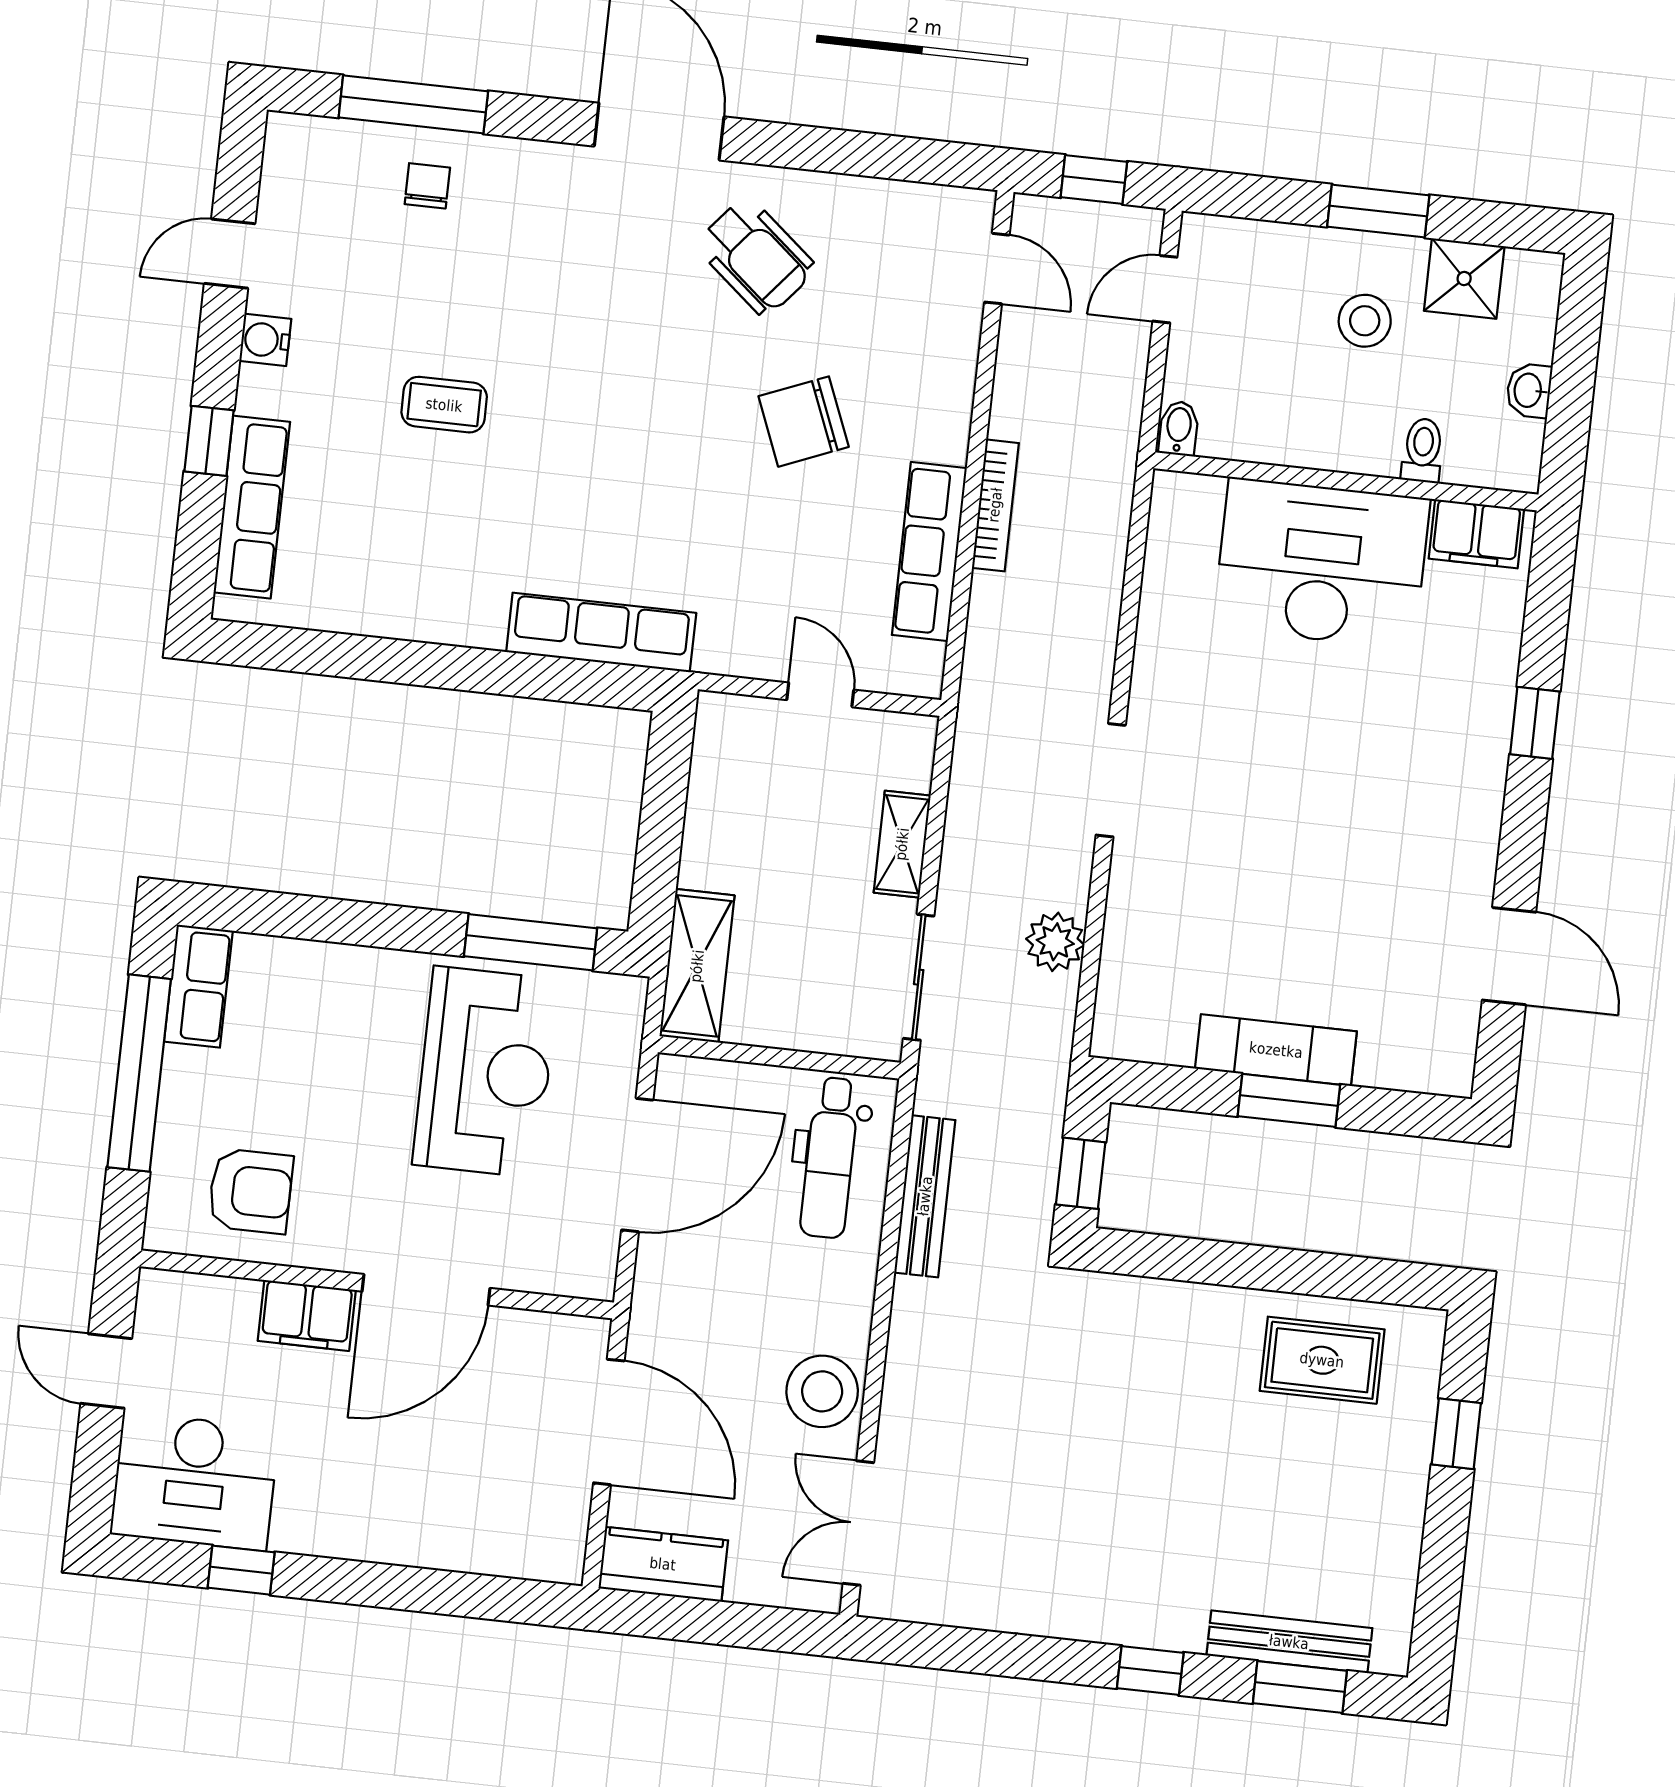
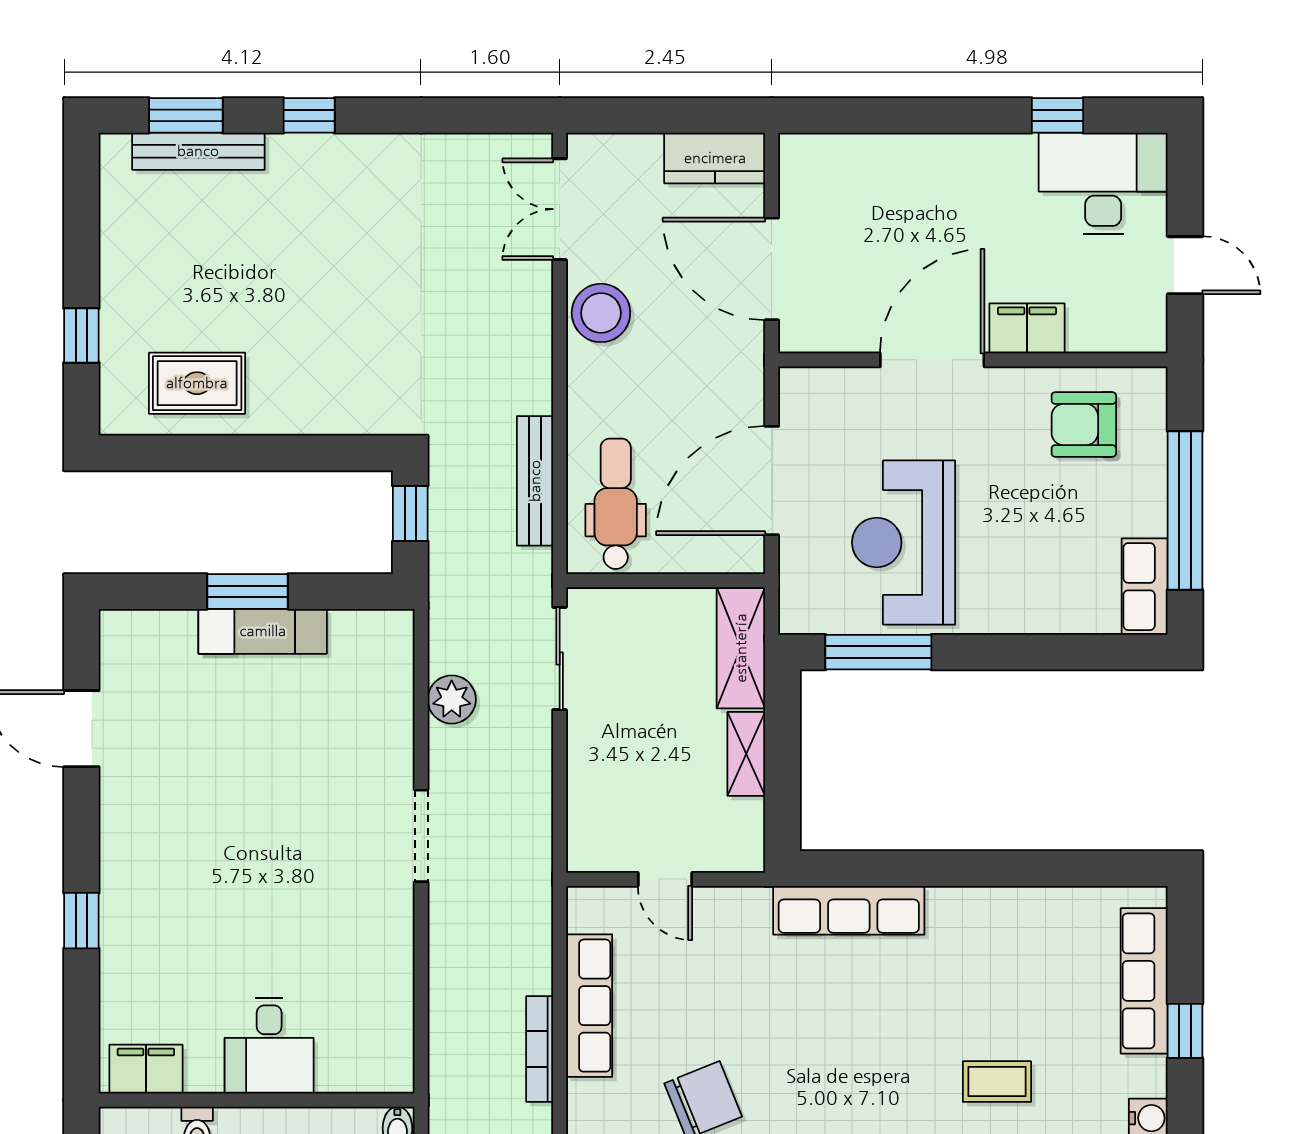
desk: (1322, 563) -> (269, 1046), width x0.53, depth x0.77
shelving: (902, 844) -> (746, 754), moved
double door: (858, 1523) -> (560, 209), swing flipped

